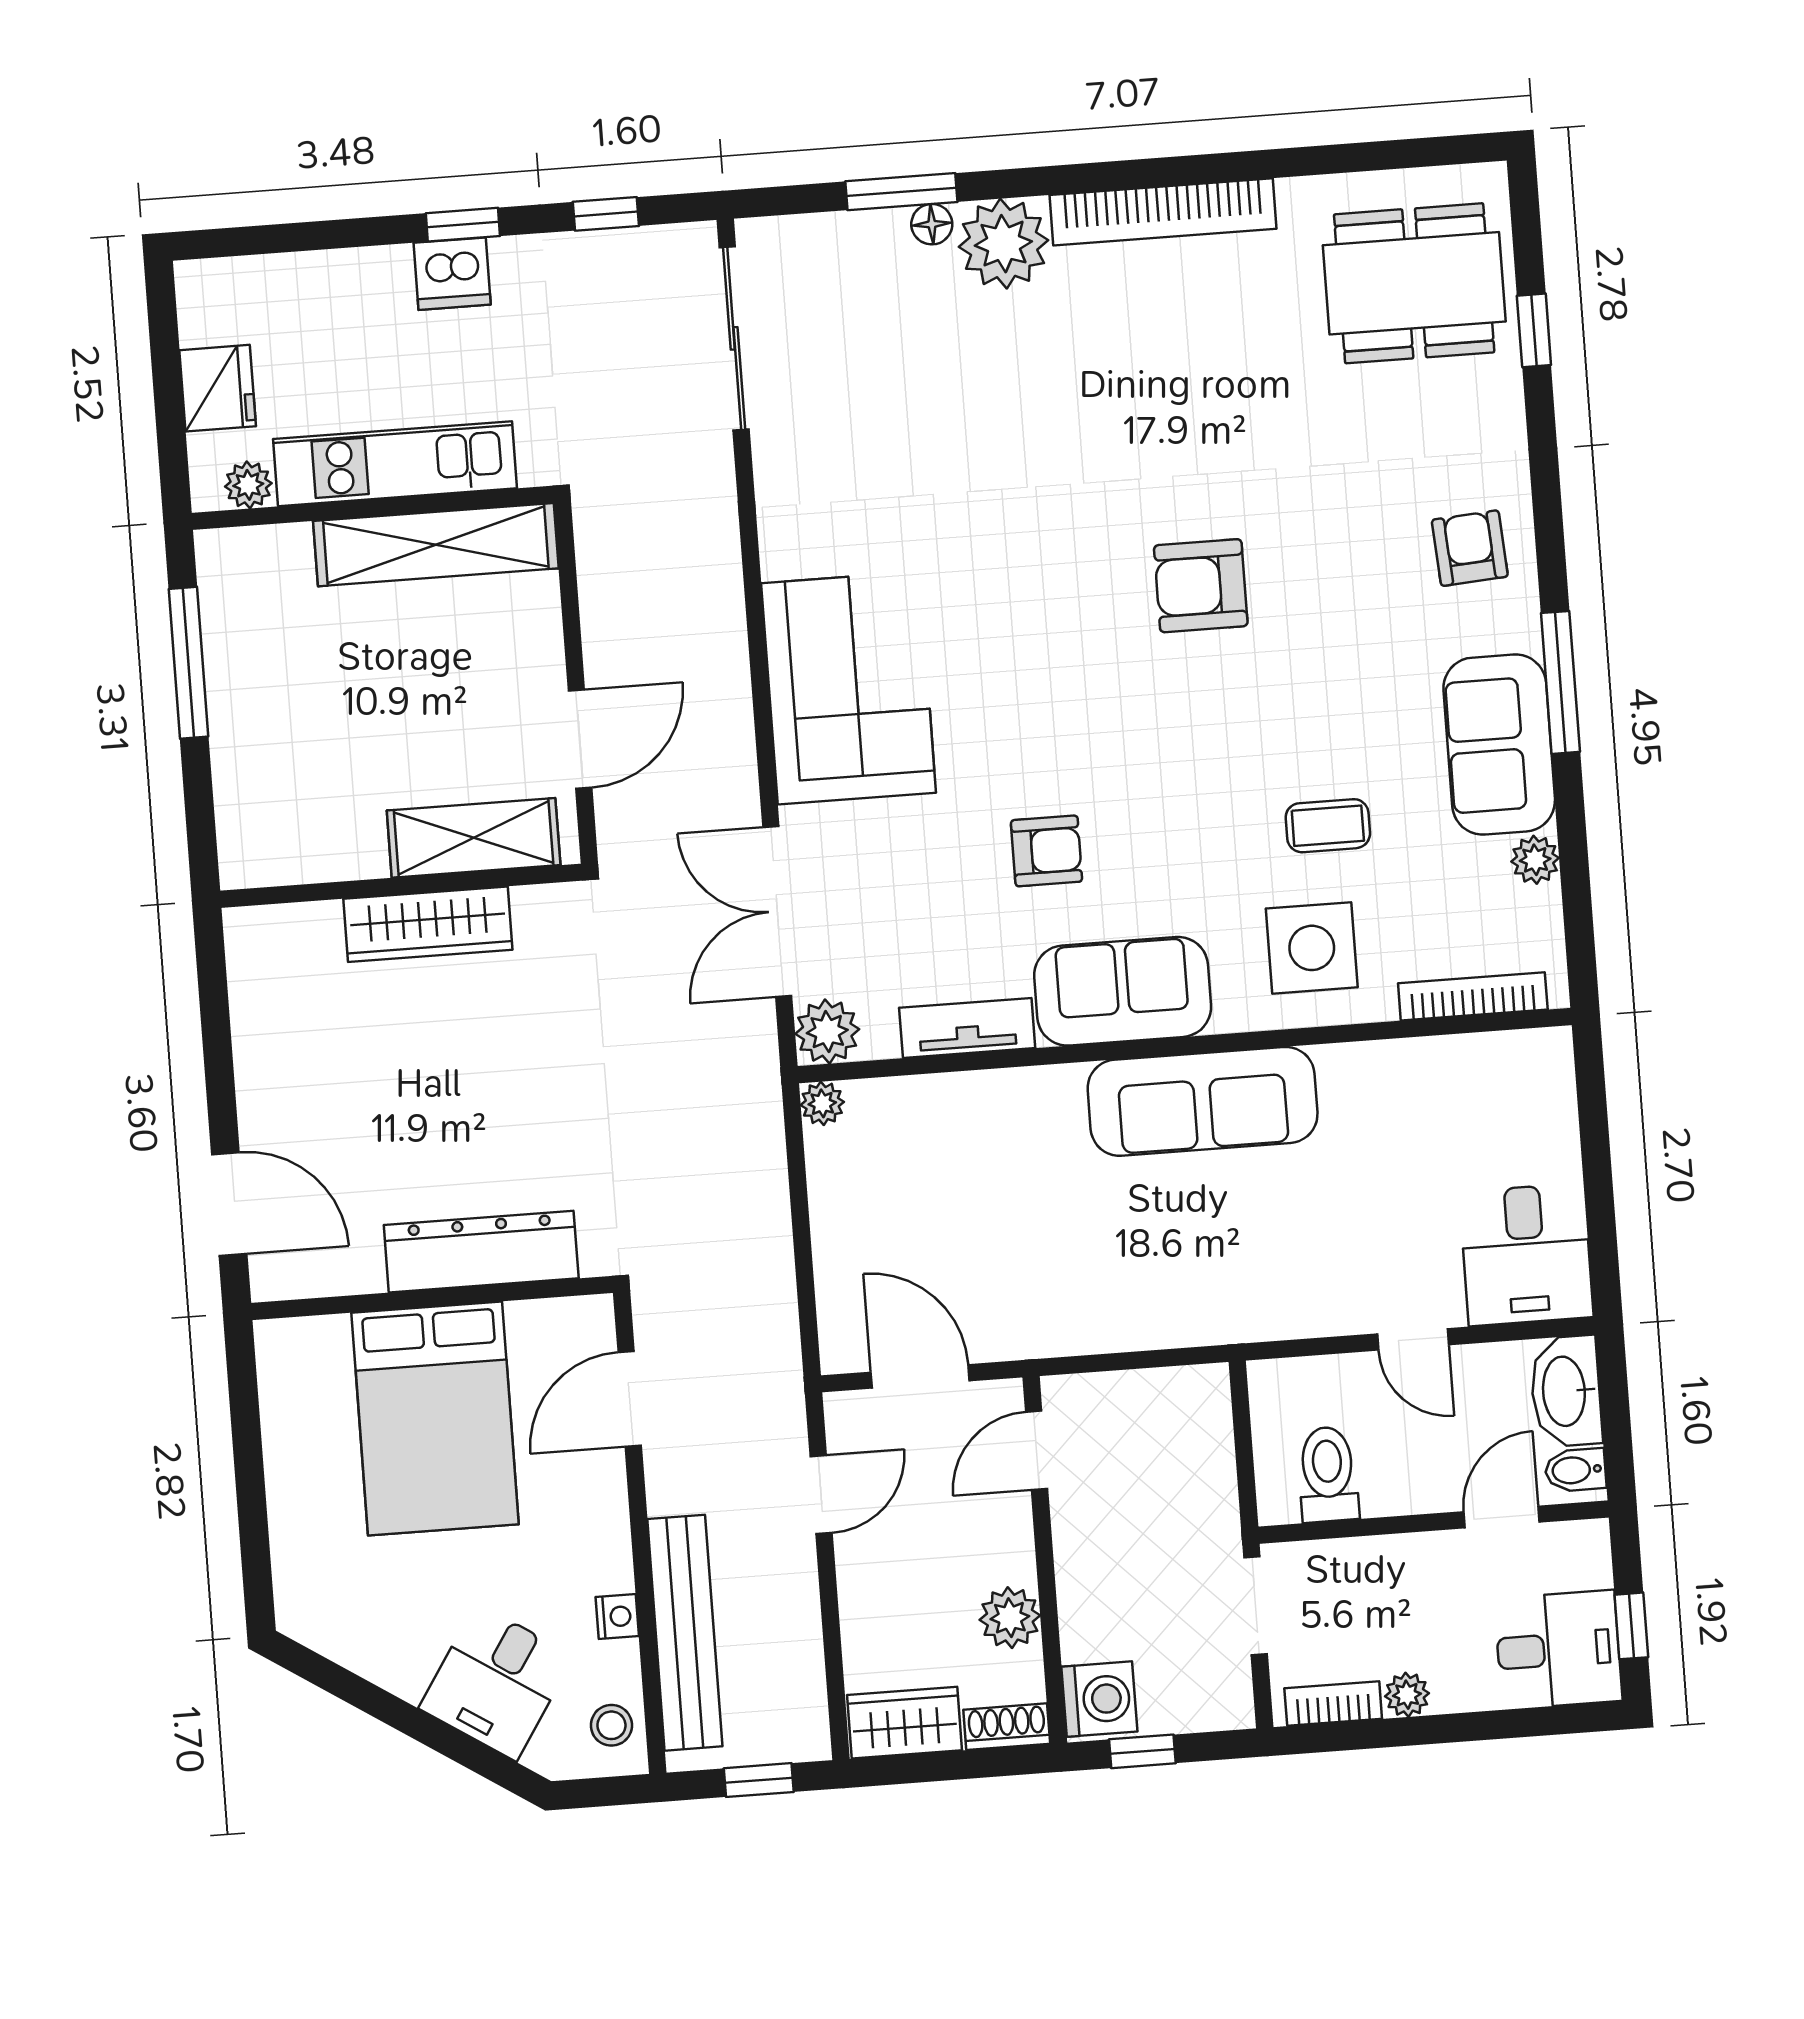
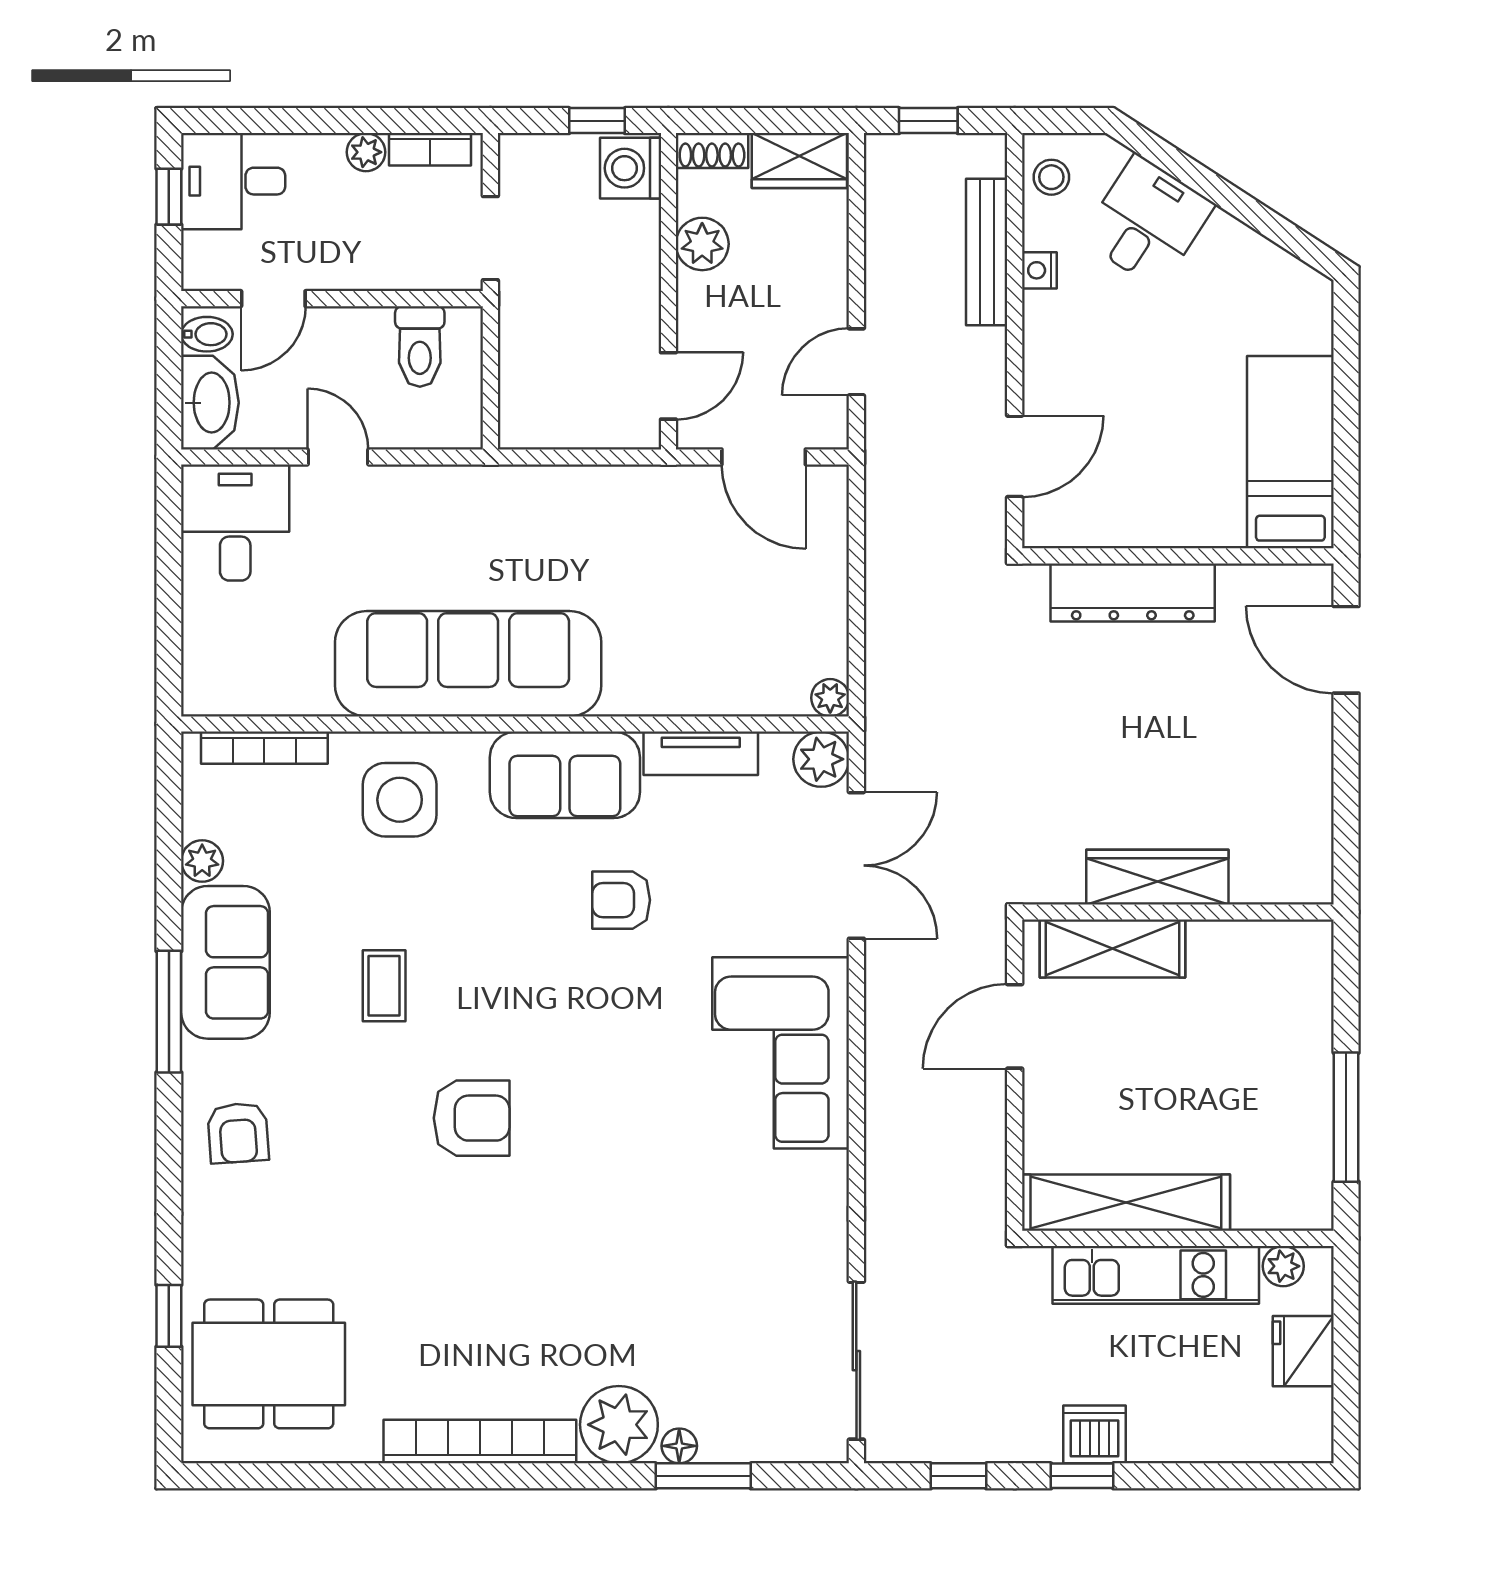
coffee table: (1328, 826) -> (384, 986), moved, turned 90
sofa: (1203, 1101) -> (468, 664), width x1.36, depth x1.27
bed: (435, 1418) -> (1290, 452), moved, width x0.67
bench: (685, 1633) -> (987, 252), width x0.73, depth x0.82

